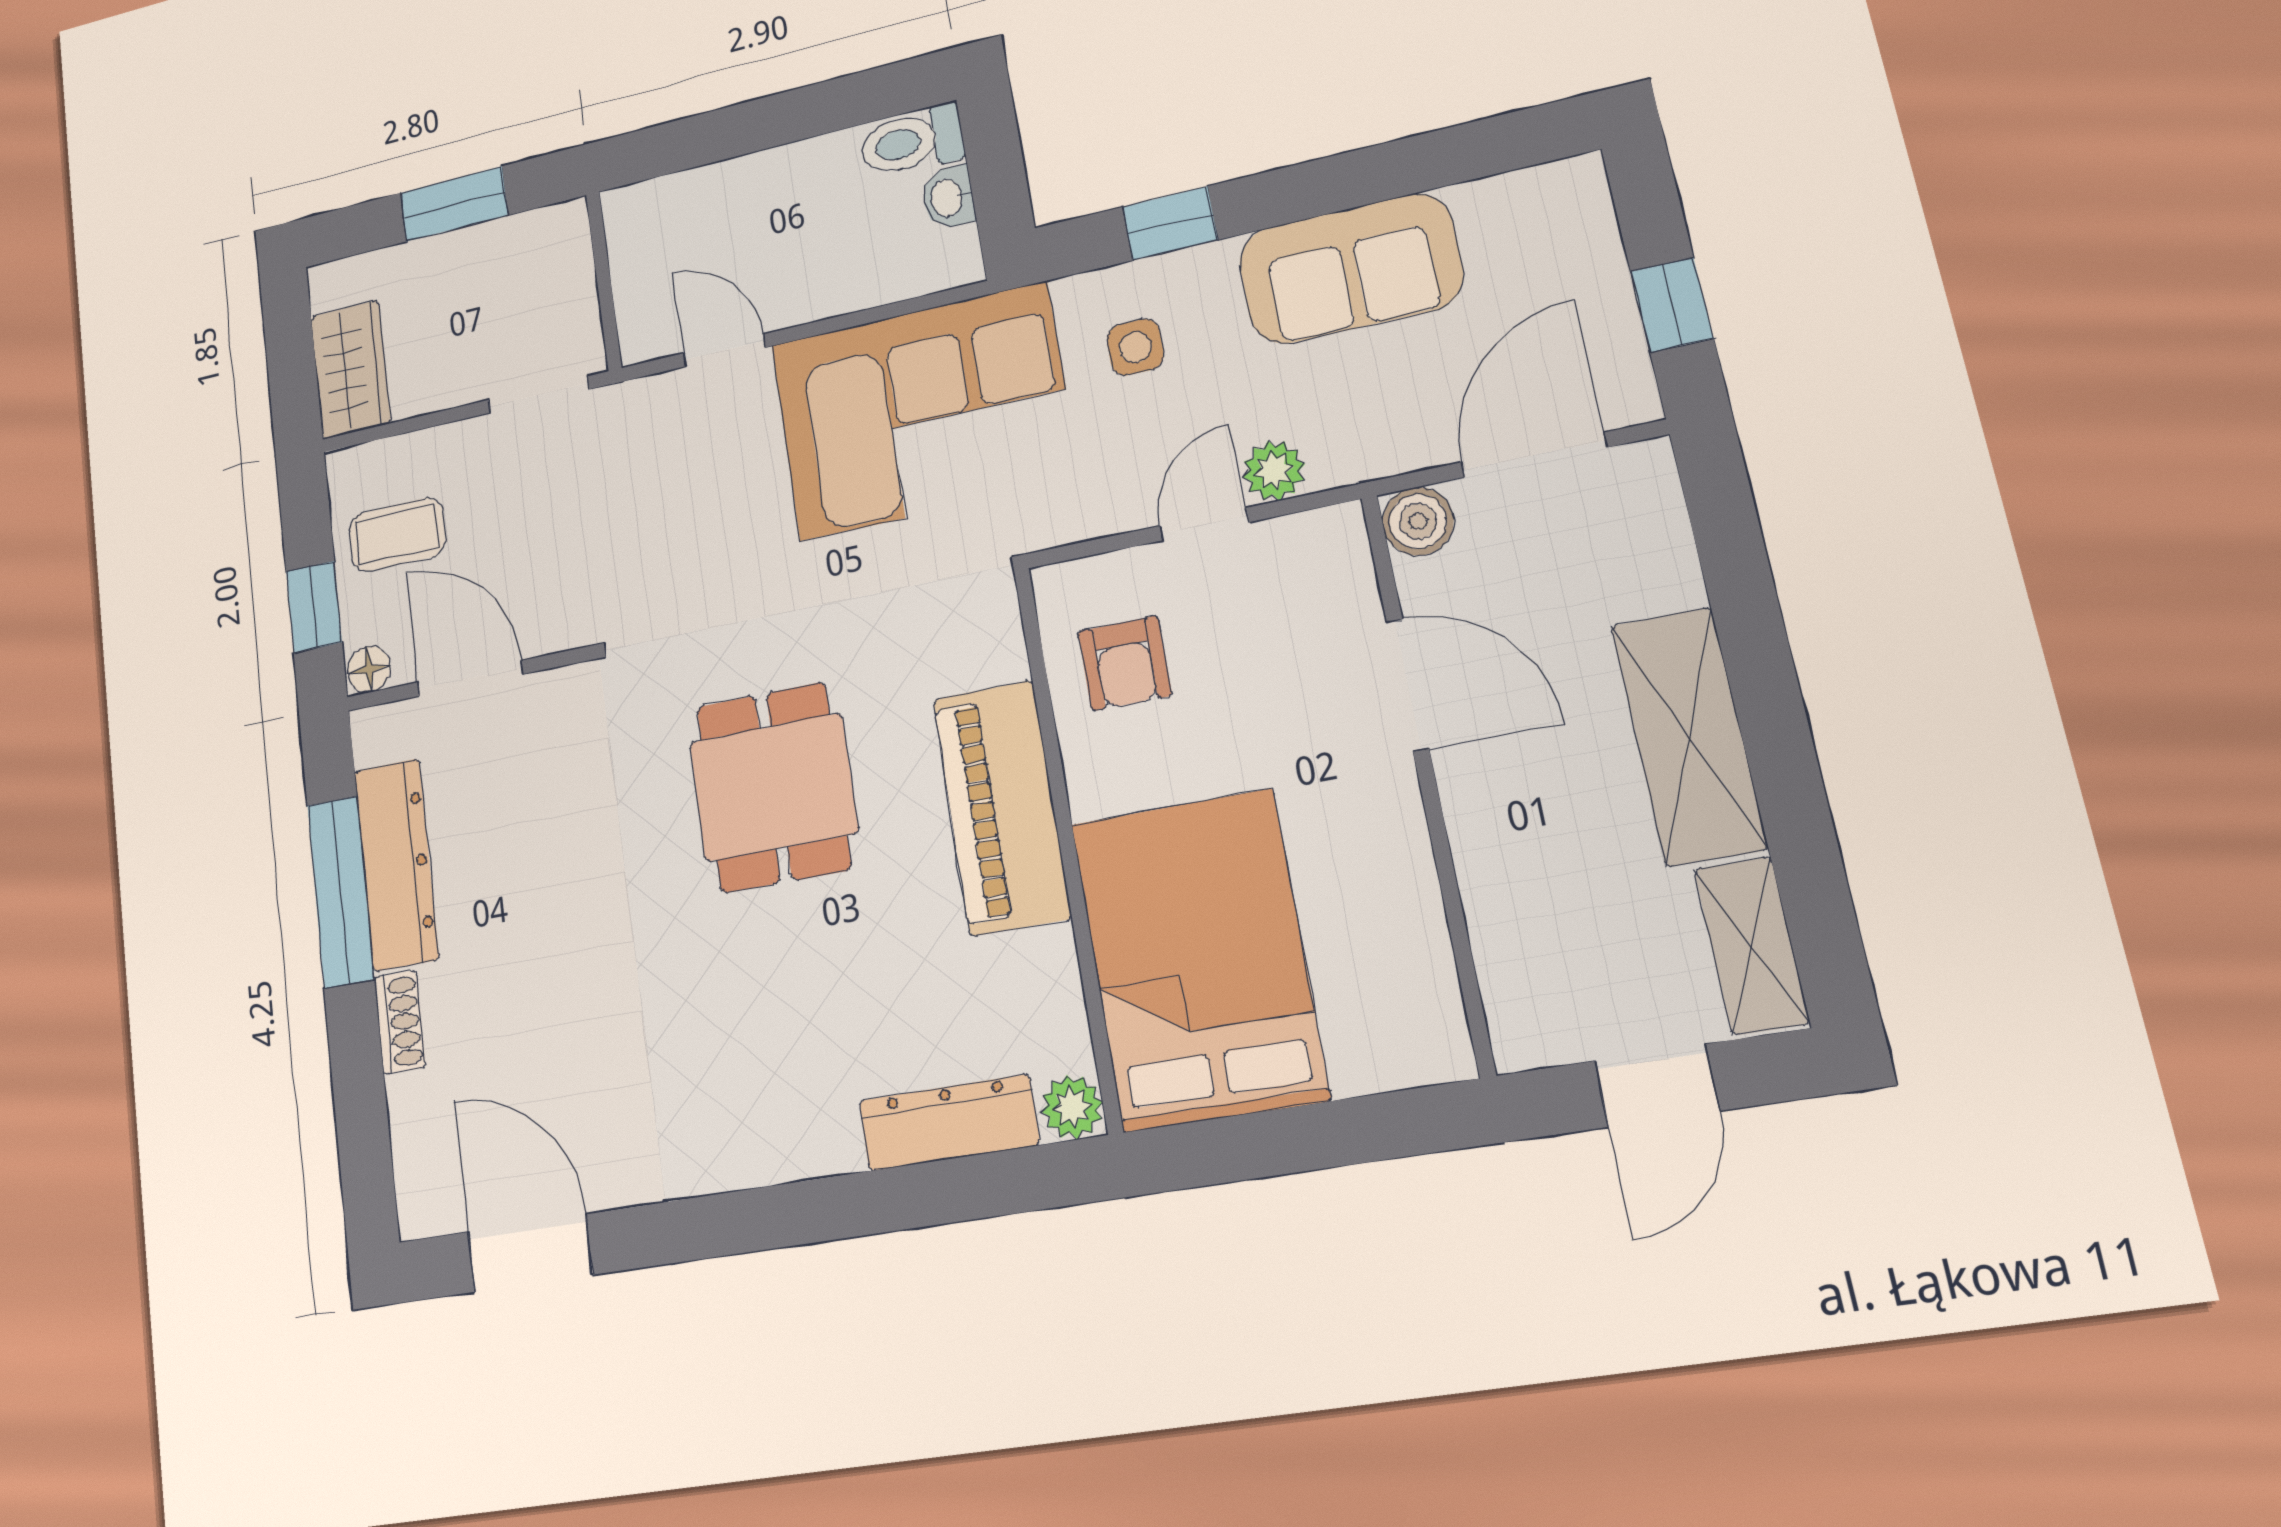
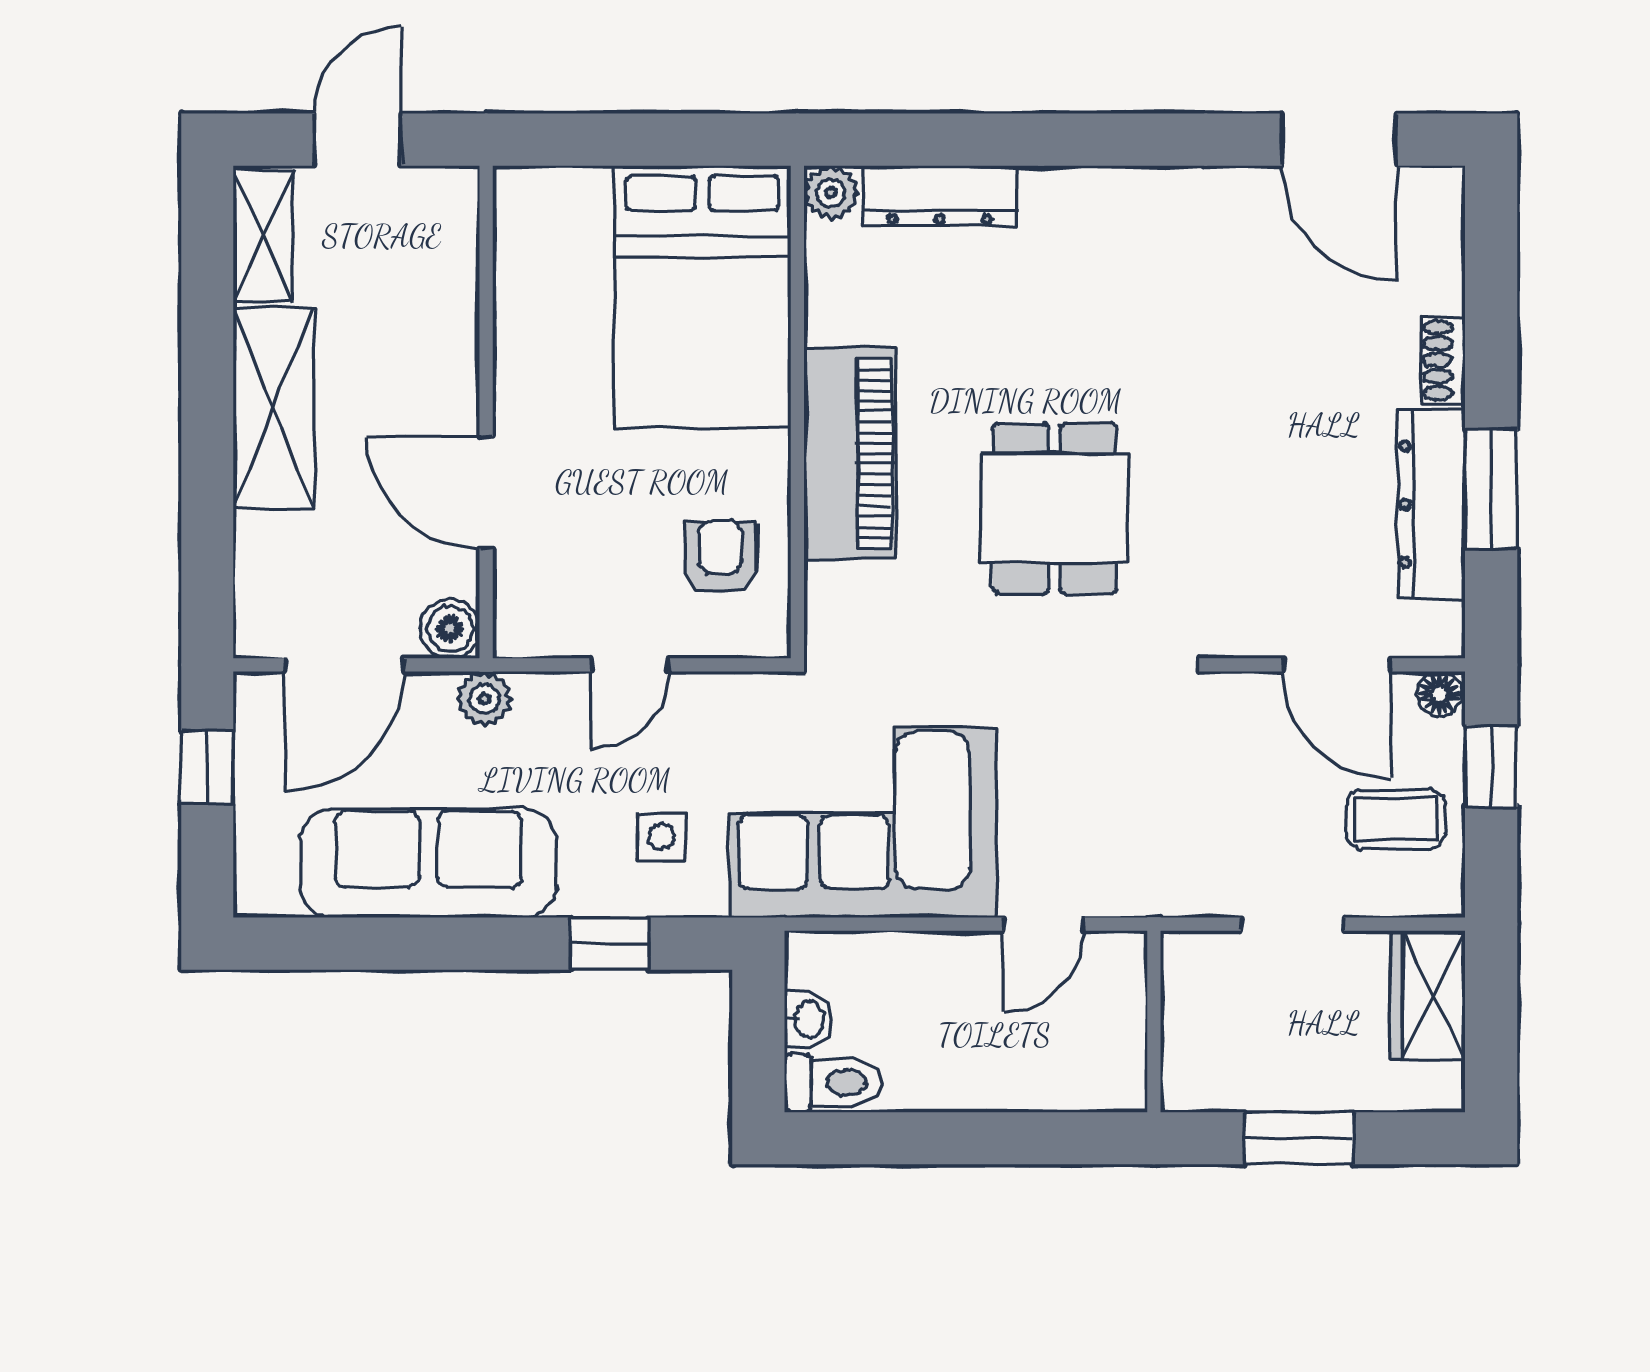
sofa: (1350, 269) -> (428, 863), width x1.36
door: (724, 350) -> (1044, 924), hinge flipped
doorway: (539, 395) -> (1293, 924), moved
plant: (1274, 471) -> (485, 699), moved
window: (341, 892) -> (1491, 489), width x0.69

